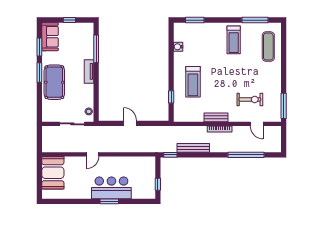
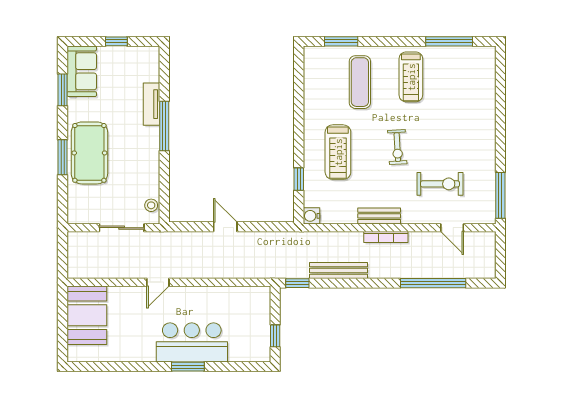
water cooler: (178, 47) -> (311, 216), moved
exercise mat: (268, 47) -> (360, 82), moved
window: (96, 49) -> (164, 126), moved
tv unit: (89, 71) -> (152, 104), moved
window: (39, 73) -> (63, 157), moved
exercise bike: (226, 79) -> (397, 147), added

